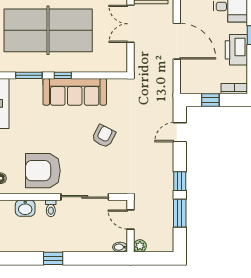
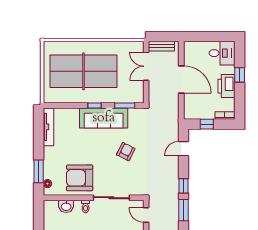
window: (29, 75) -> (125, 105), moved

